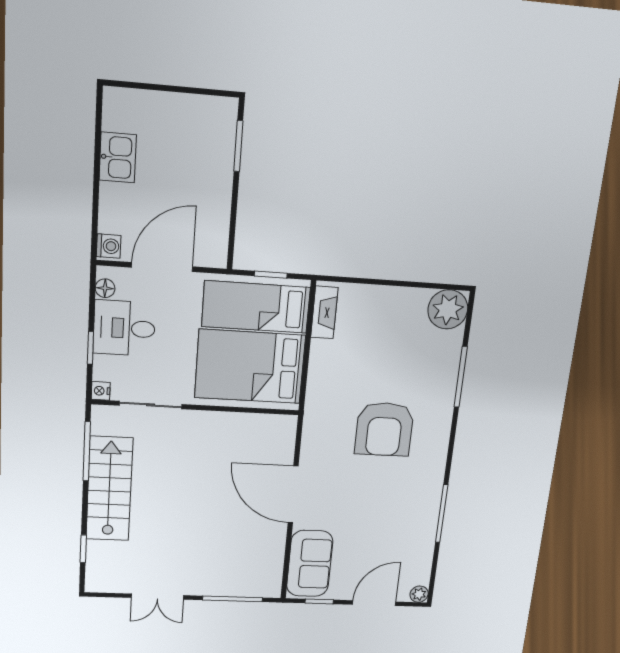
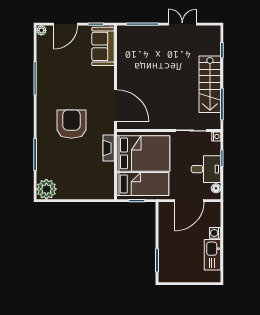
kitchen sink: (118, 157) -> (213, 255), width x1.38
washing machine: (109, 246) -> (215, 233), moved
fireplace: (324, 312) -> (109, 148), moved
door: (293, 495) -> (116, 106), moved

